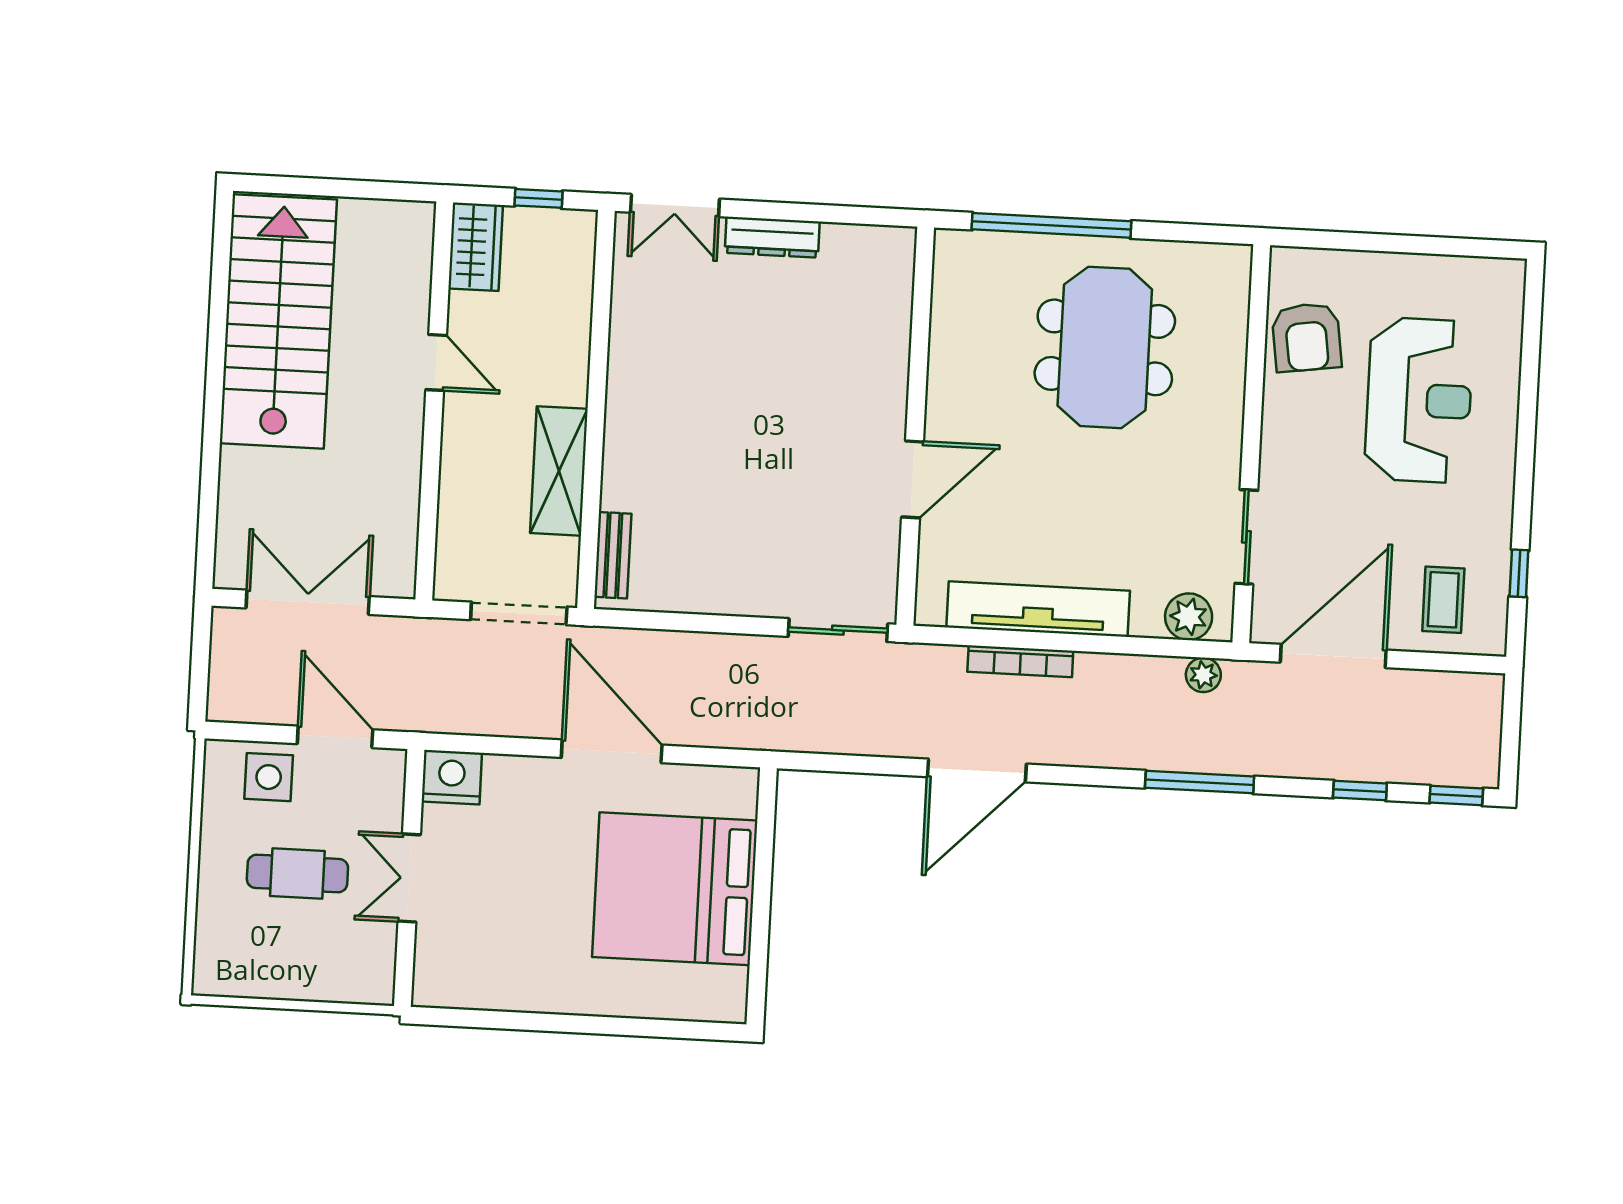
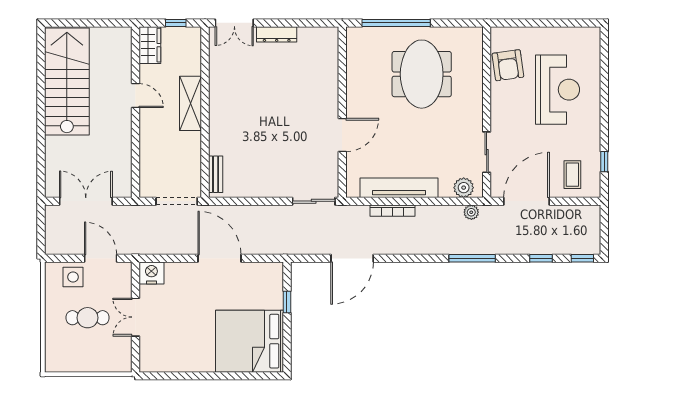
shelving: (559, 471) -> (191, 103), moved
door: (977, 770) -> (352, 258), moved
window: (764, 861) -> (287, 302), added
bed: (675, 889) -> (250, 341), moved

